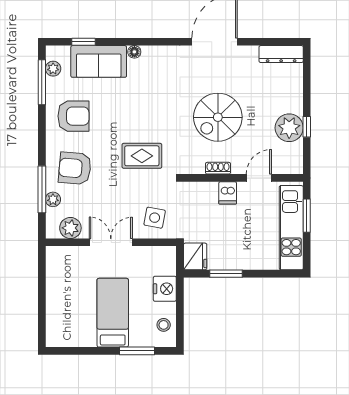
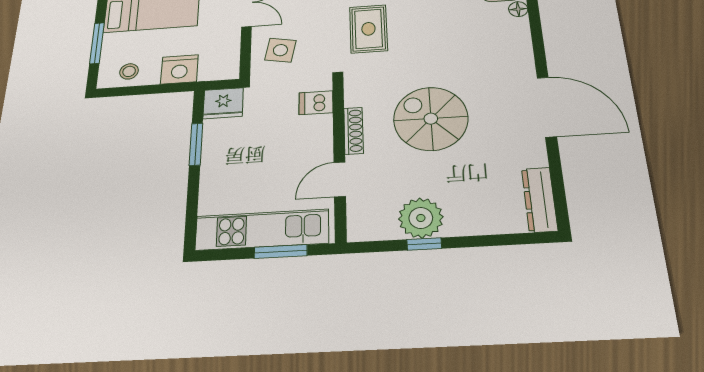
shoe rack: (218, 168) -> (353, 131), width x1.43
door: (259, 178) -> (340, 179), swing flipped
dishwasher: (228, 193) -> (316, 103), moved

